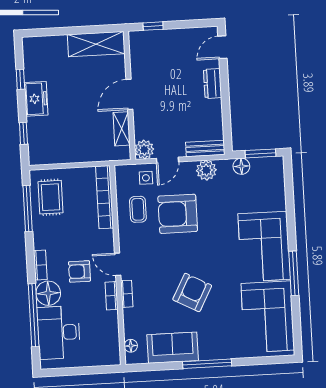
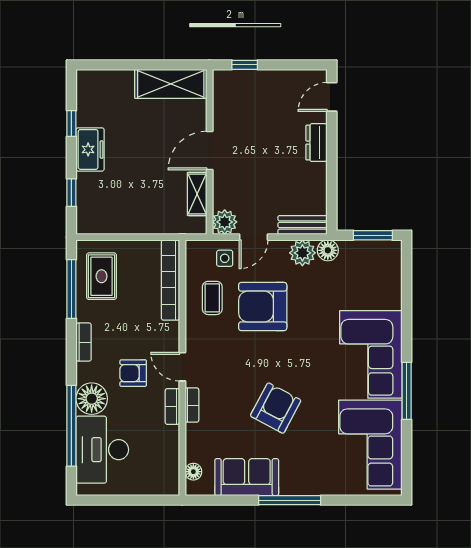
floor lamp: (241, 166) -> (328, 250), moved
bookcase: (40, 265) -> (84, 342), moved

